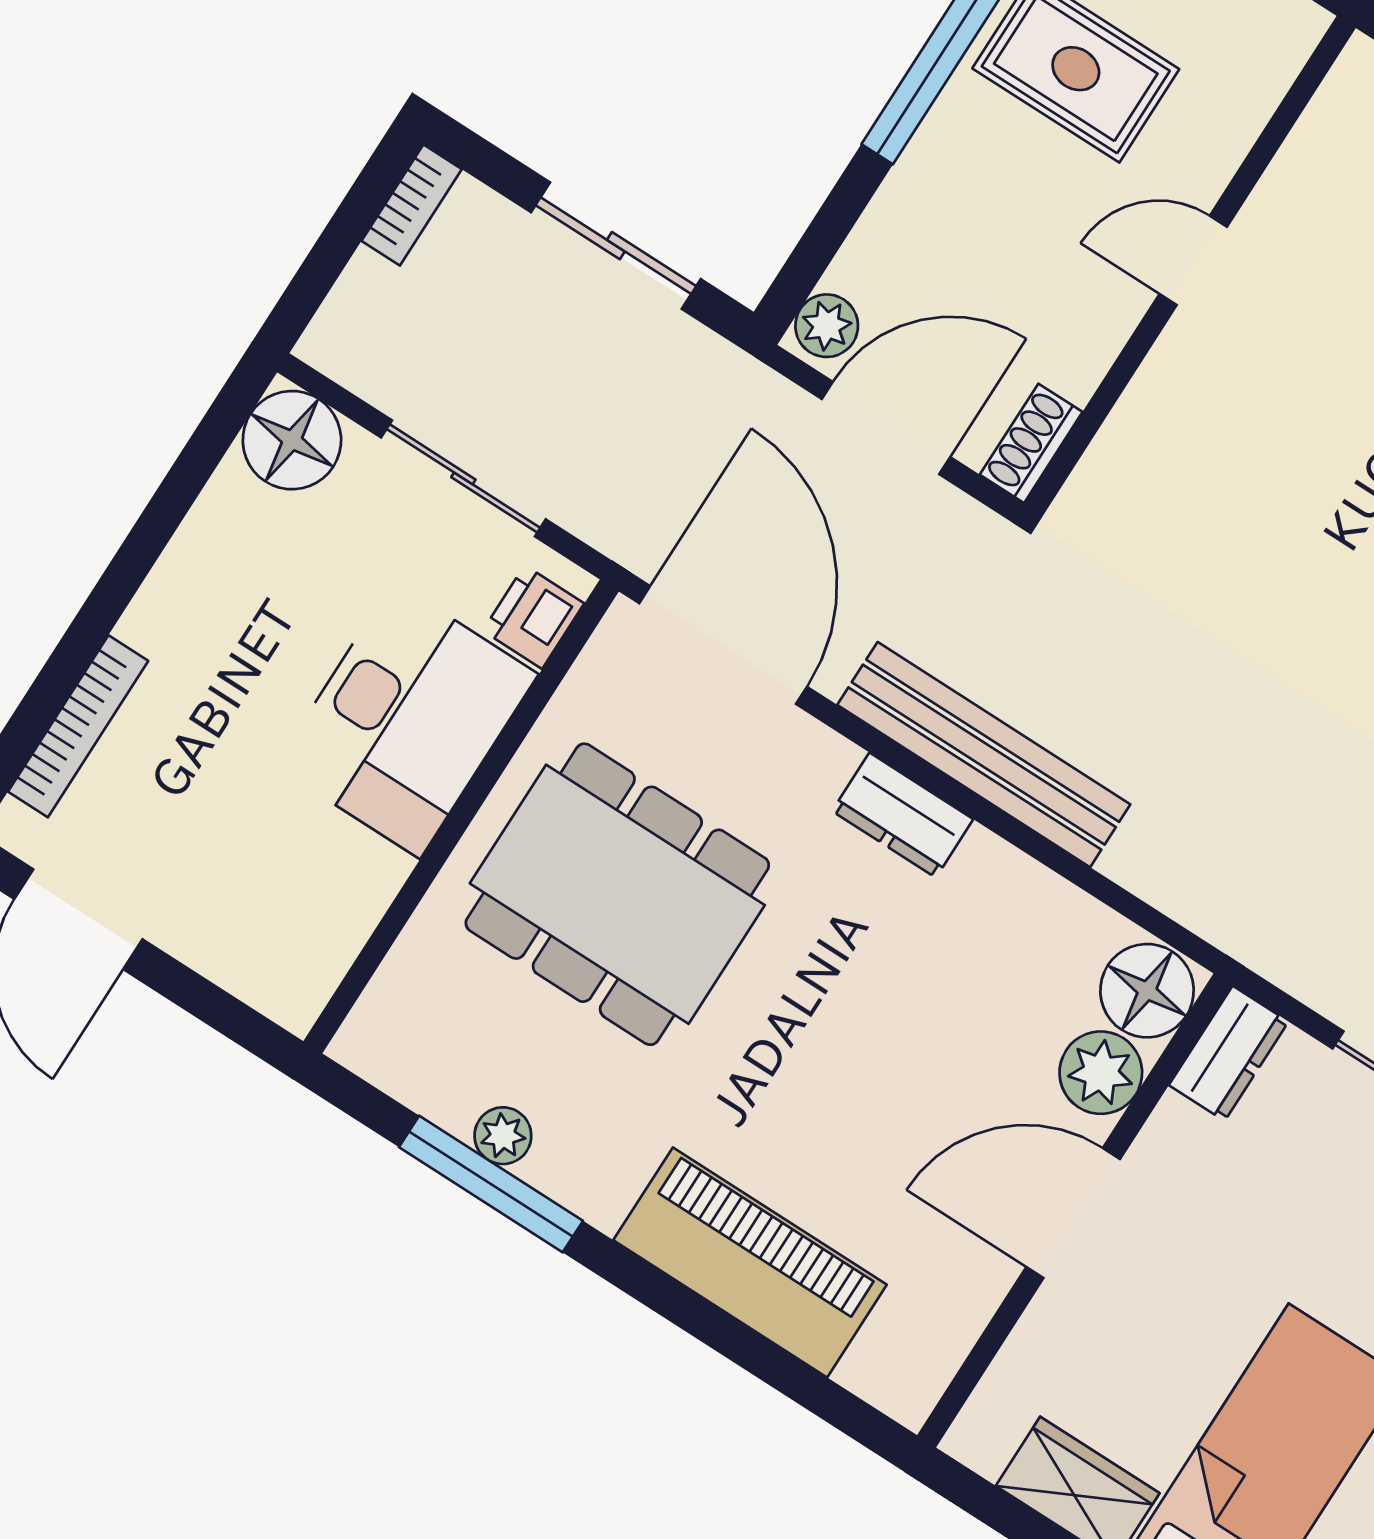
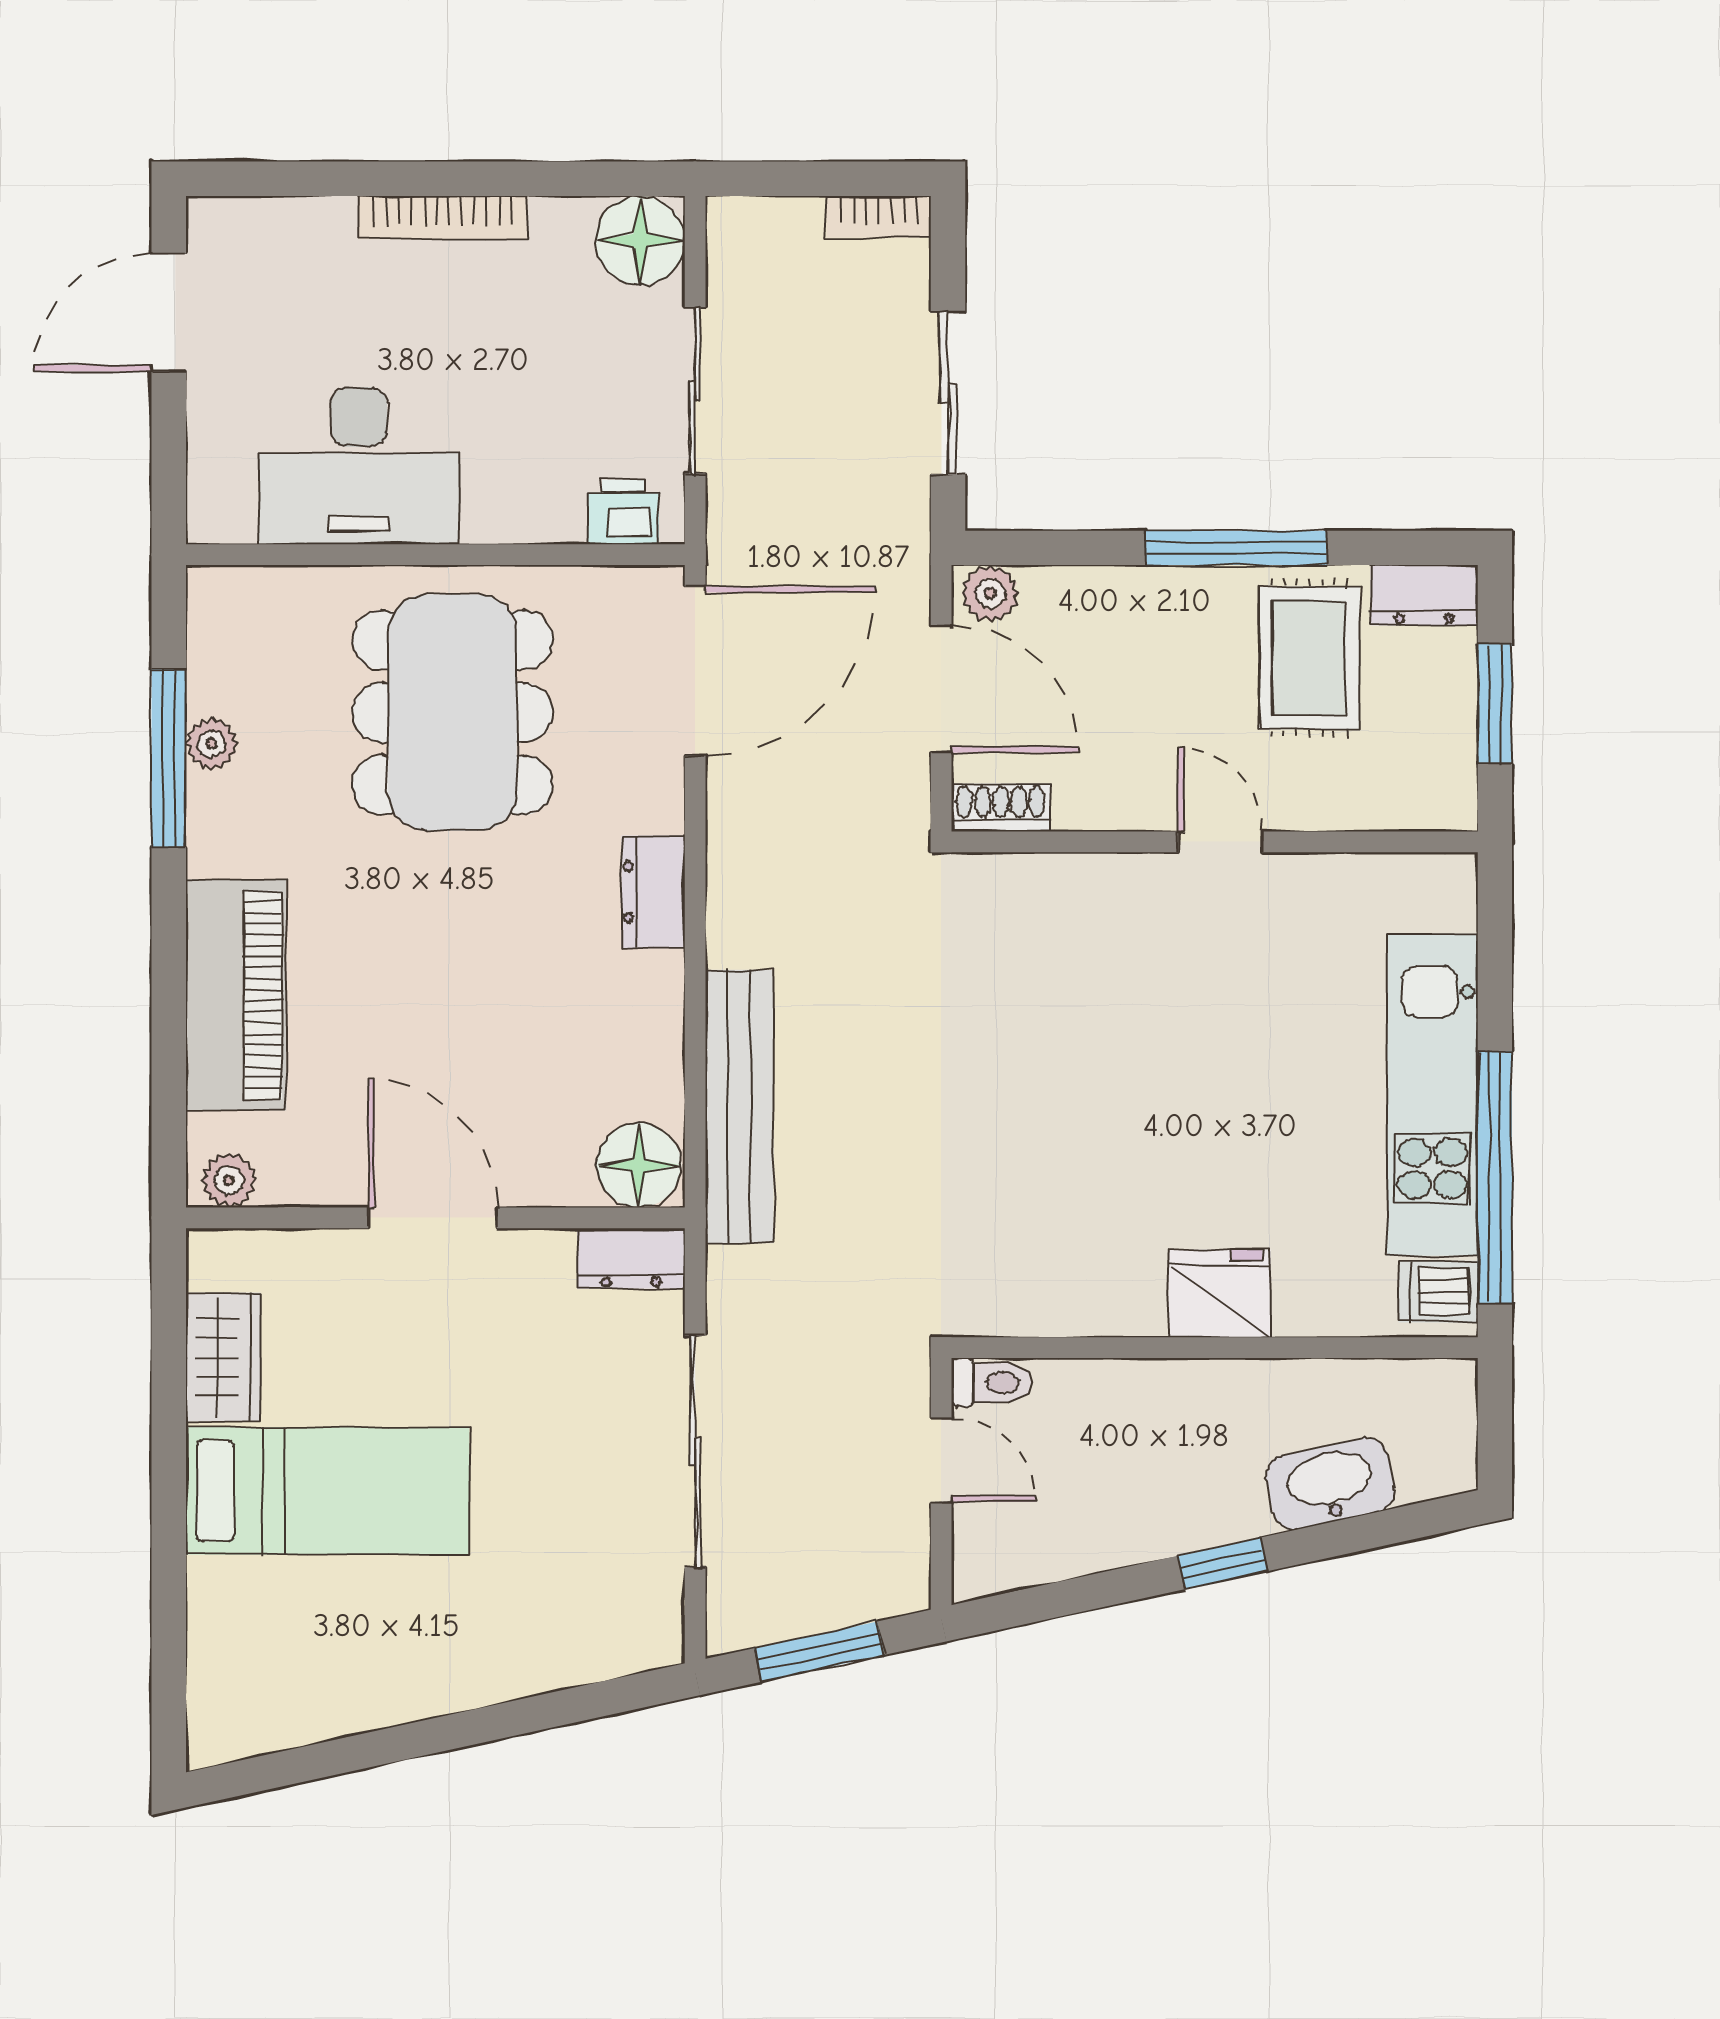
desk: (407, 720) -> (359, 466), moved
bookcase: (78, 726) -> (443, 217), moved
bench: (984, 755) -> (739, 1107), moved
plant: (1101, 1073) -> (229, 1180), moved, width x0.73, depth x0.73

